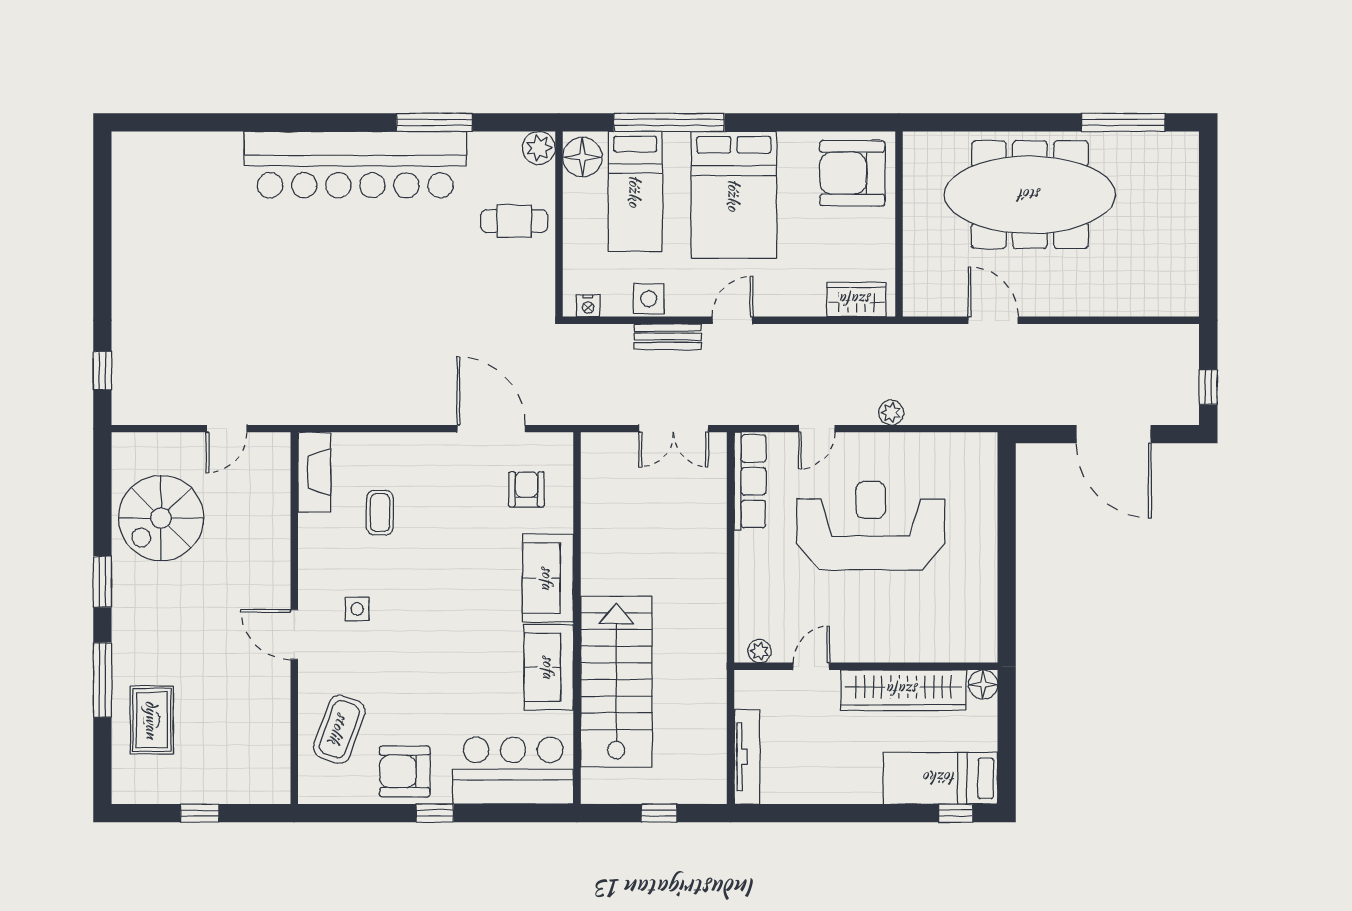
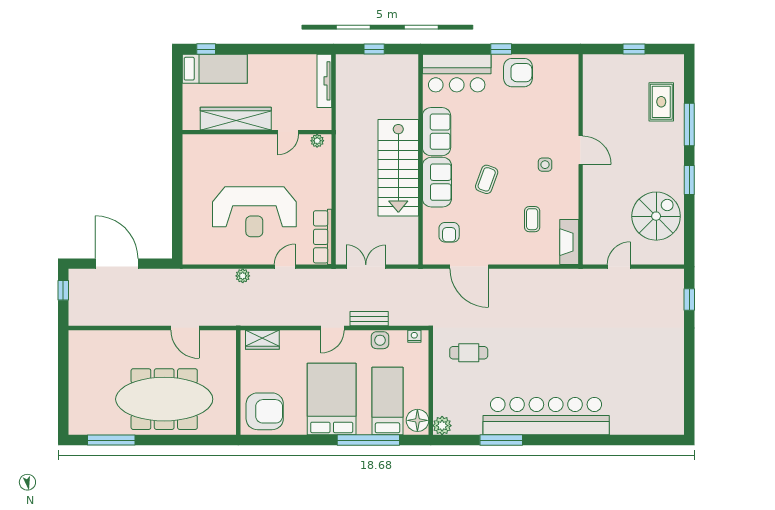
cafe table: (514, 221) -> (469, 353), moved
stairs: (616, 682) -> (398, 168), moved
floor lamp: (983, 685) -> (191, 122), removed
coffee table: (339, 729) -> (487, 179), moved, width x0.73, depth x0.77

